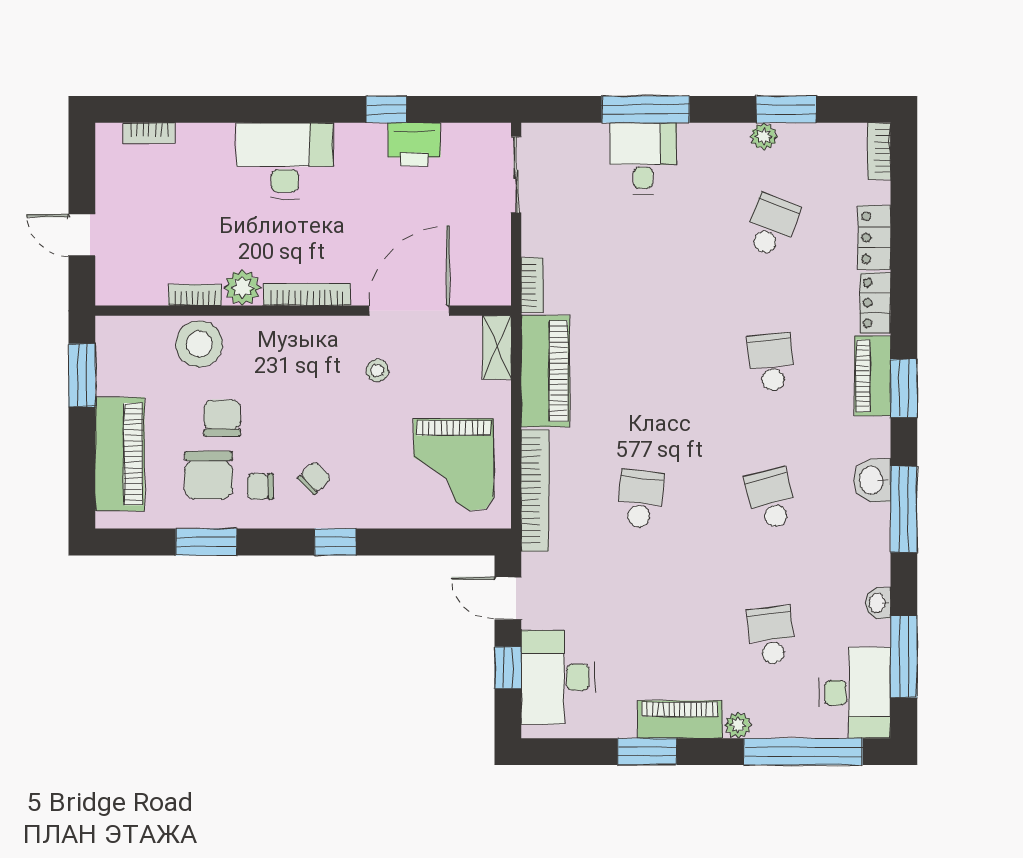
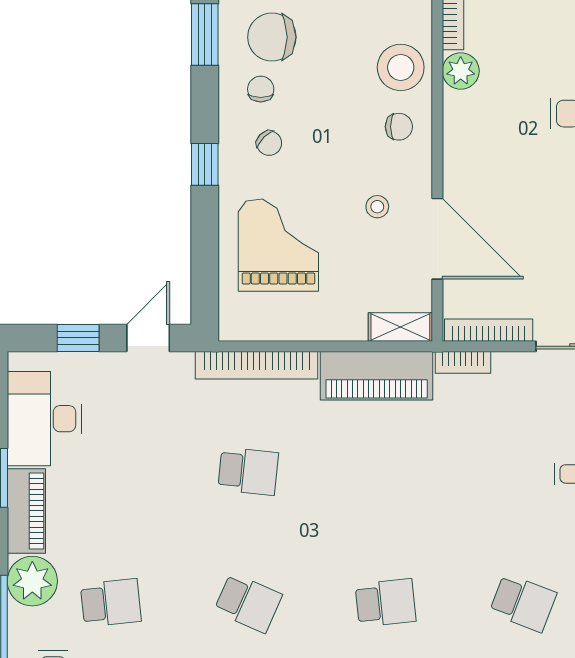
bookcase: (307, 295) -> (489, 330), moved, turned -90
stool: (199, 344) -> (401, 67), moved
chair: (222, 418) -> (399, 127), moved, width x0.73, depth x0.73
grand piano: (453, 465) -> (278, 245), moved, turned 90
school desk: (771, 499) -> (248, 603), turned 39
desk: (558, 677) -> (44, 419), moved, turned -90
plant: (738, 725) -> (32, 581), width x1.88, depth x1.88

